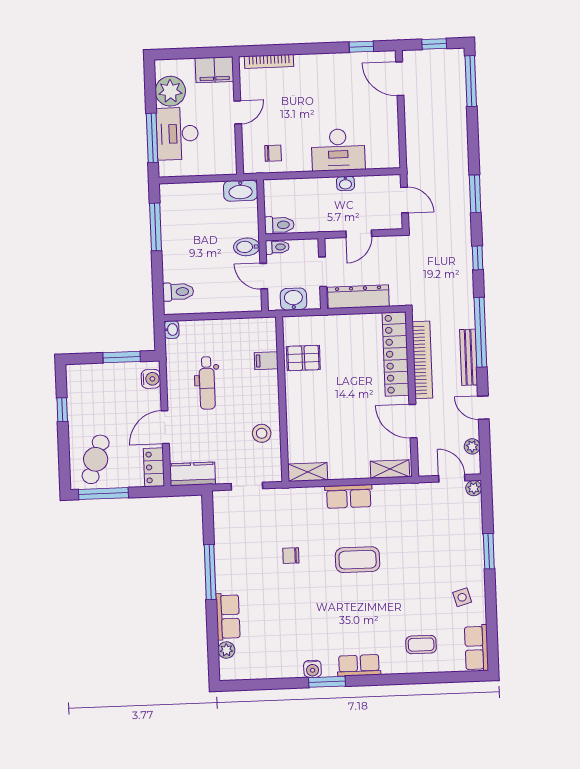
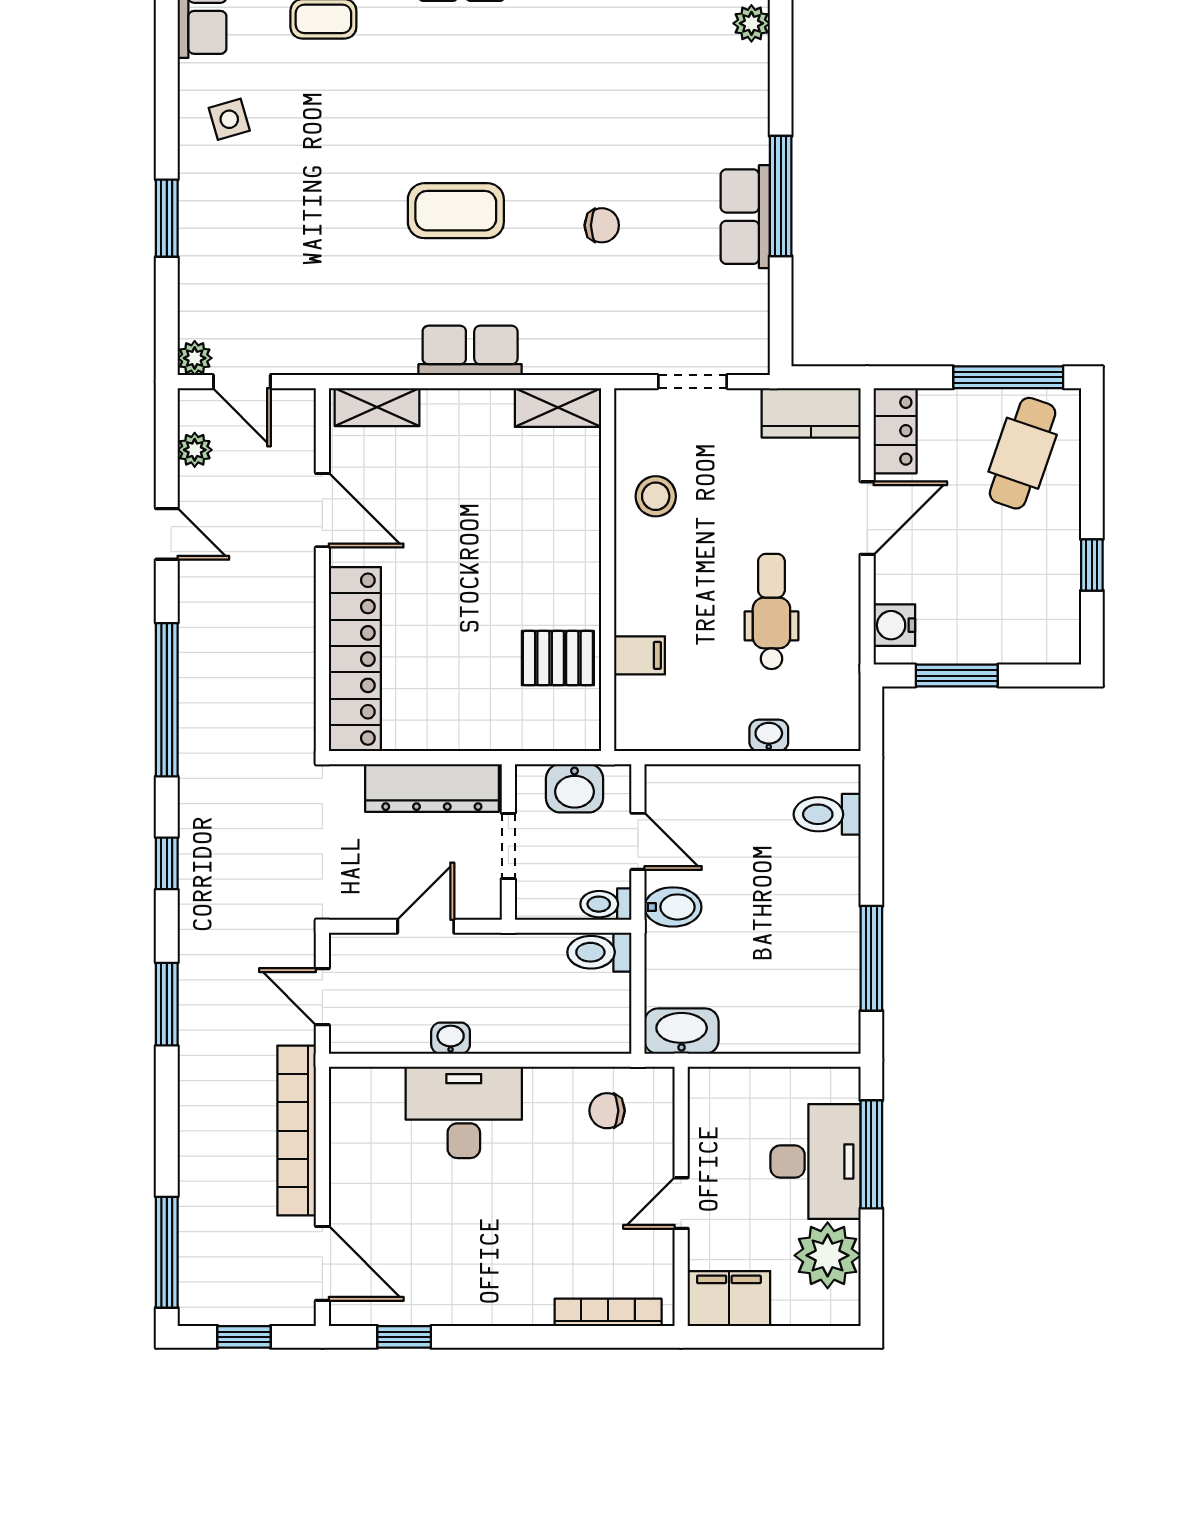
washbasin: (172, 330) -> (769, 735), moved, turned 90
bench: (469, 357) -> (195, 646), removed
bookcase: (422, 360) -> (297, 1131), moved
row of seats: (228, 617) -> (745, 217), moved

